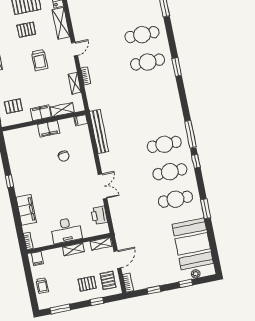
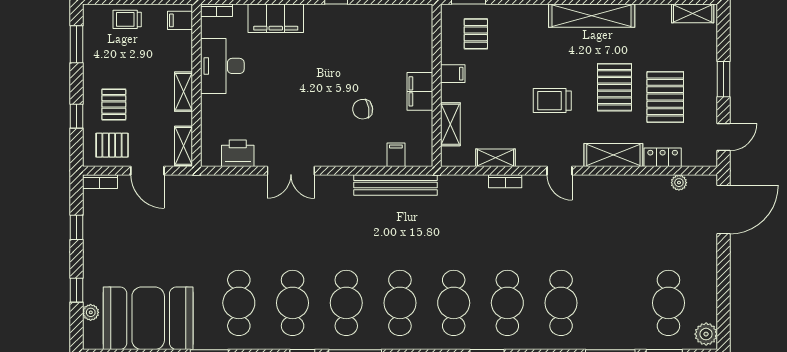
pallet: (26, 30) -> (615, 87), width x1.50, depth x1.42
cafe table: (153, 89) -> (454, 303), added
filing cabinet: (41, 113) -> (453, 74), width x0.50
cafe table: (159, 117) -> (400, 303), added
filing cabinet: (81, 120) -> (396, 155), moved
desk: (66, 230) -> (222, 66), moved

